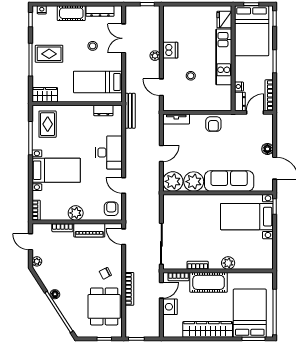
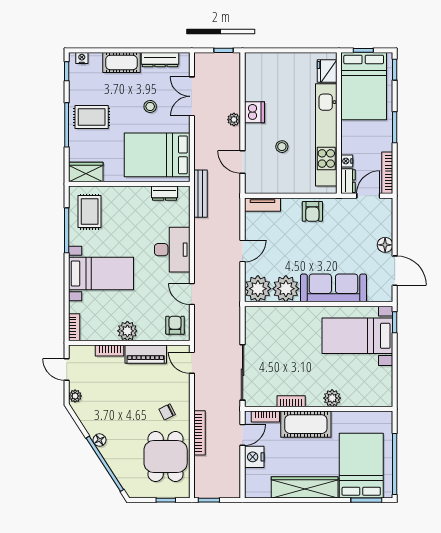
kitchen unit: (224, 57) -> (326, 135), width x1.36
bed: (98, 82) -> (157, 155), width x1.50

